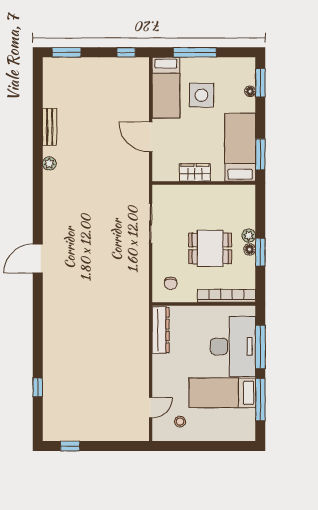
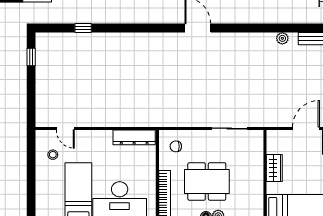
dining table: (210, 248) -> (207, 181), width x1.37

